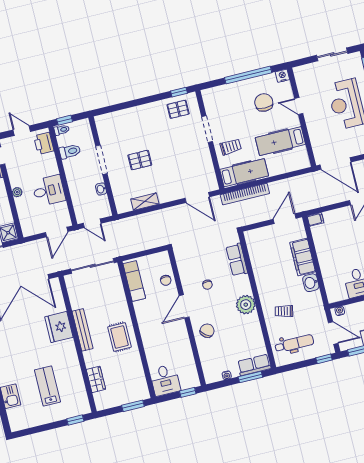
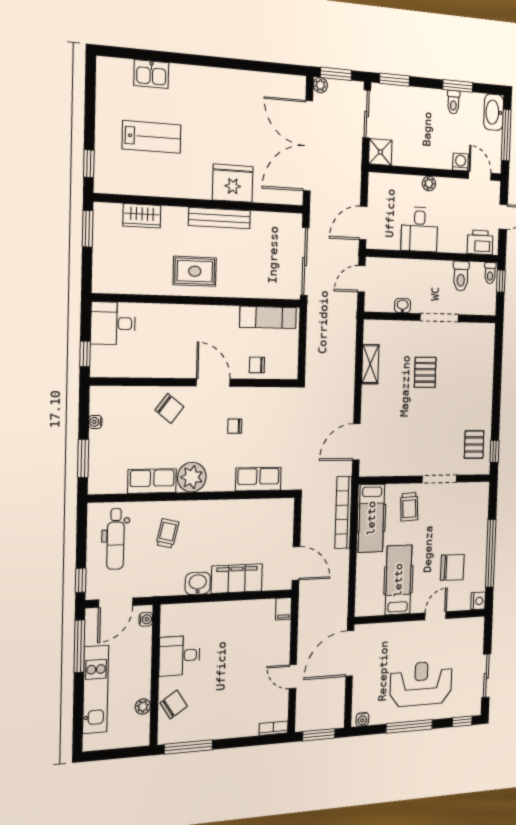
door: (57, 232) -> (363, 223), hinge flipped
row of seats: (254, 365) -> (152, 481), moved, turned -90
window: (133, 406) -> (88, 229), moved

